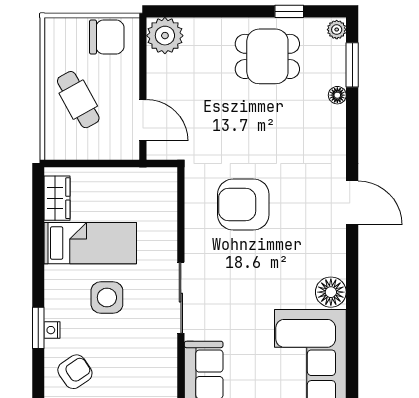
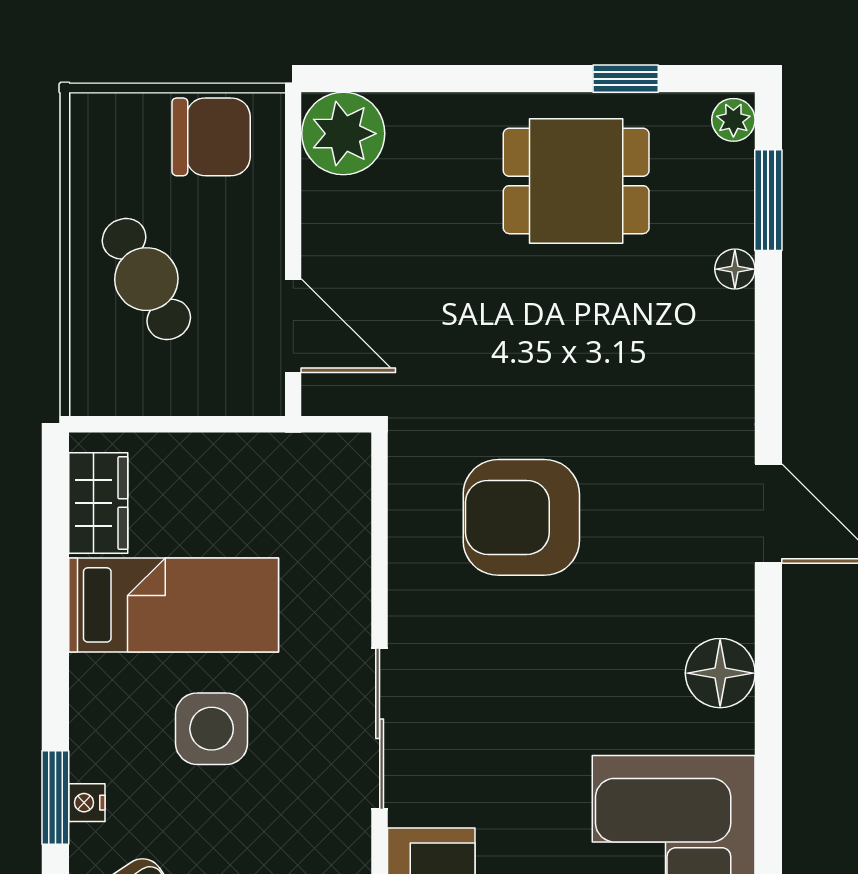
floor lamp: (331, 292) -> (720, 673), moved

